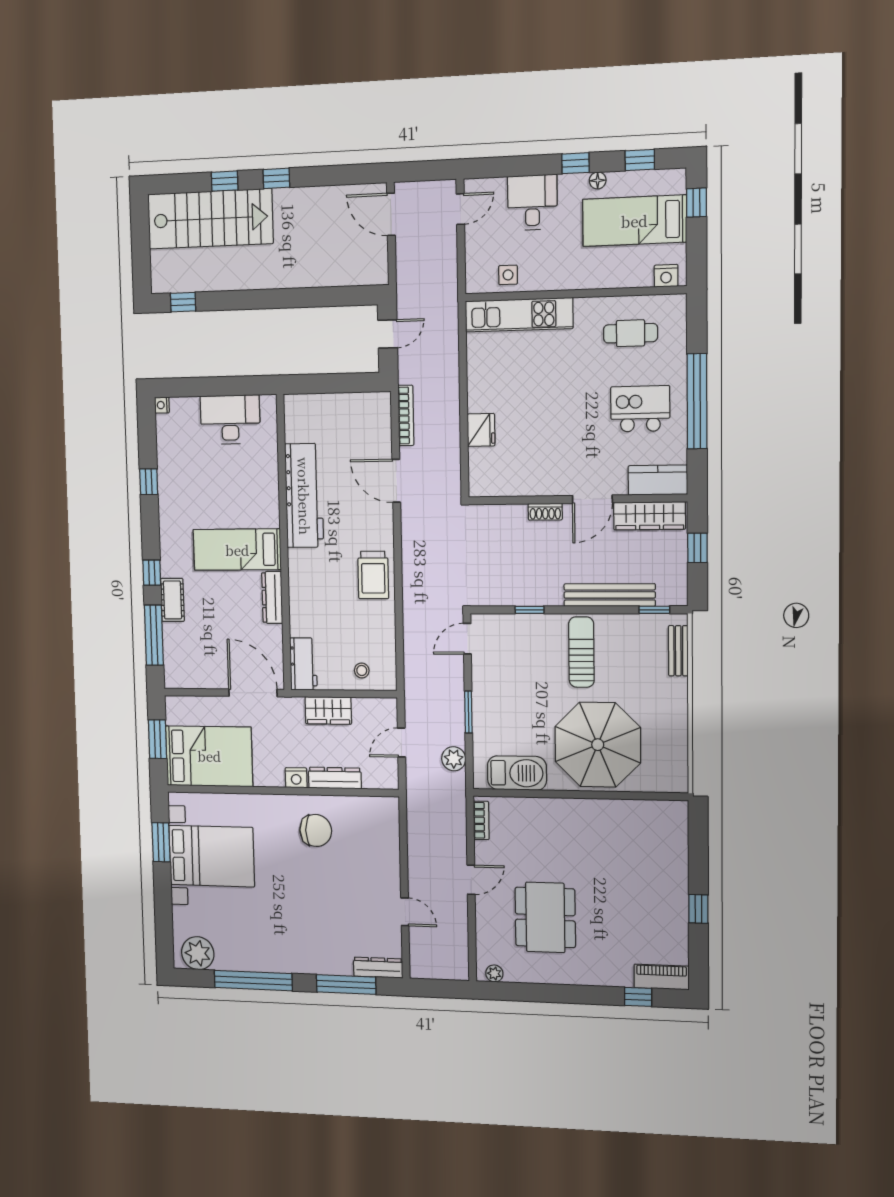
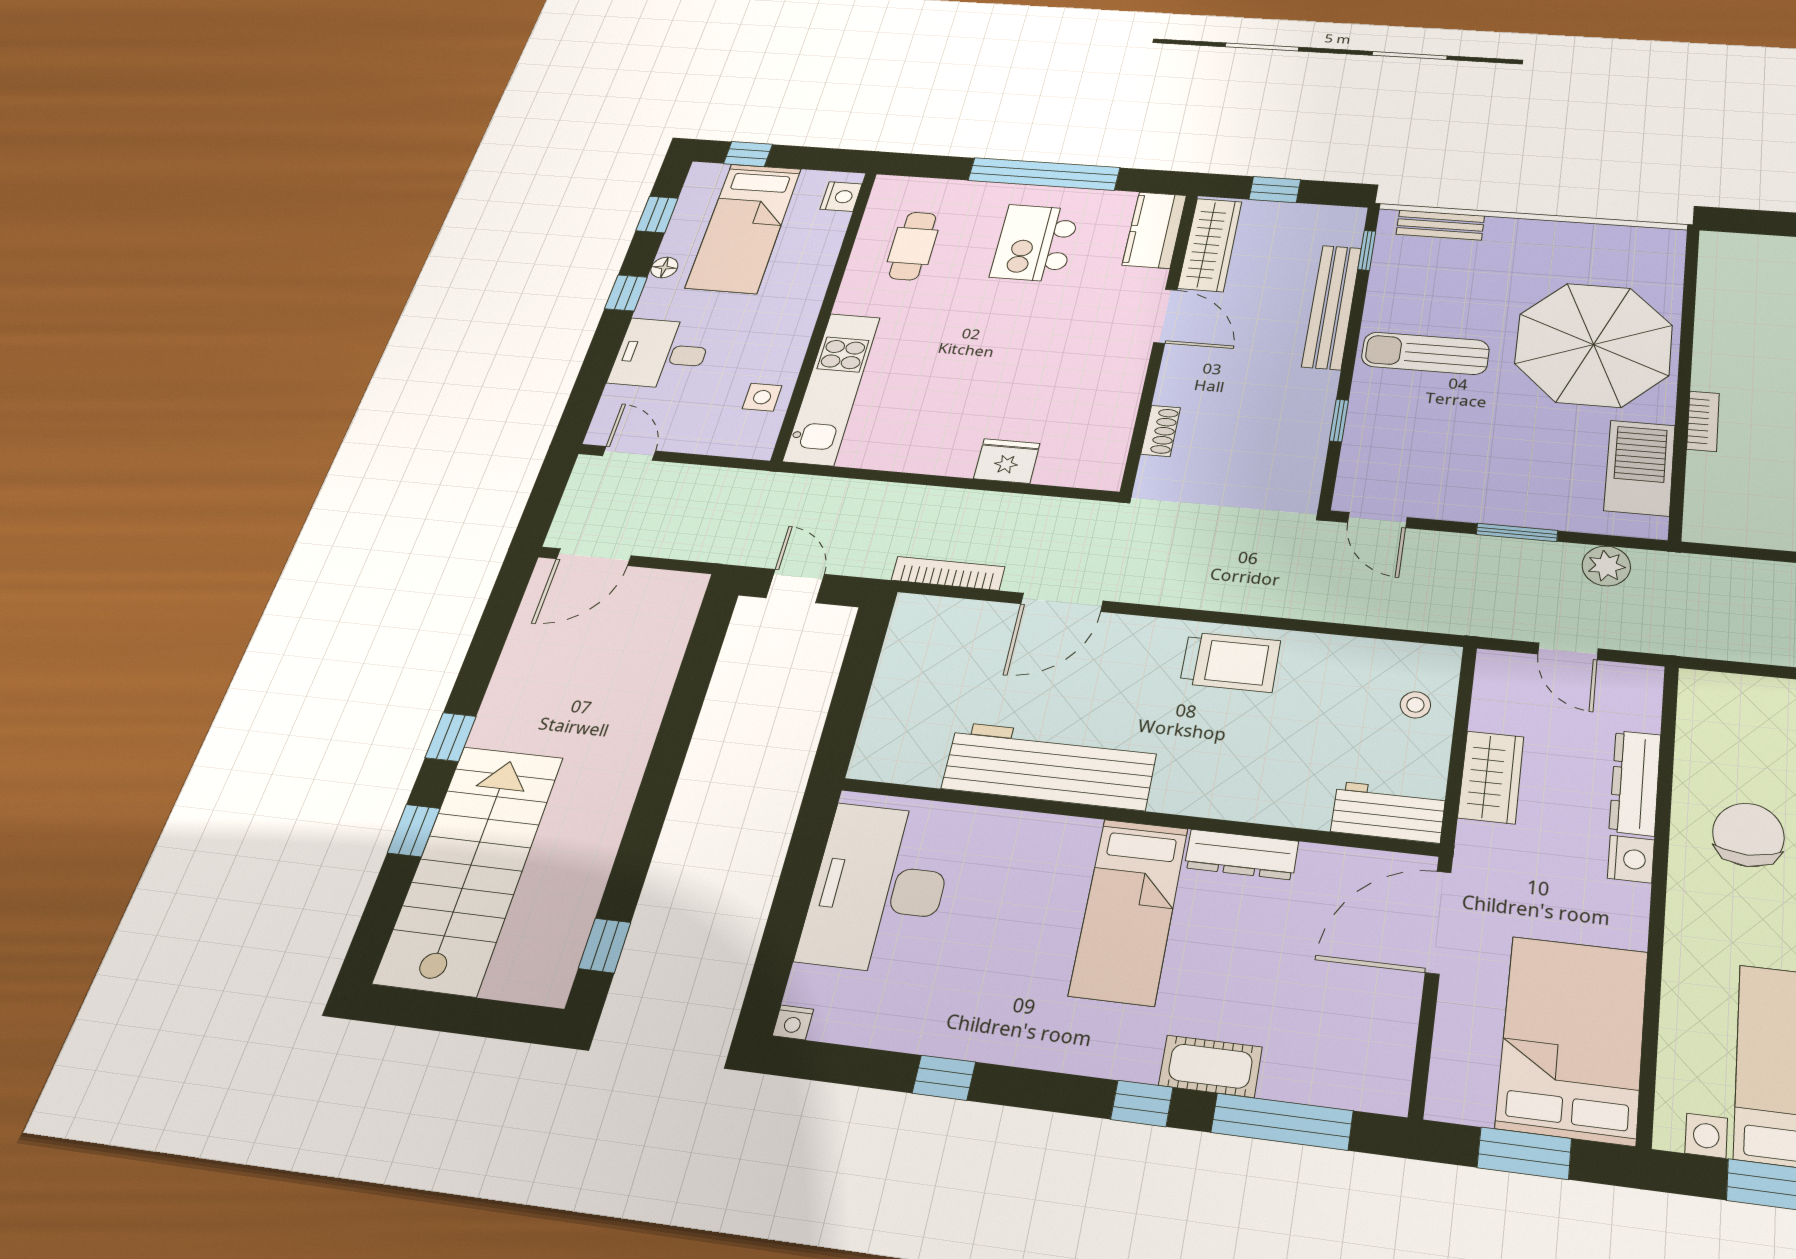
desk: (230, 420) -> (878, 888), width x1.36, depth x1.30
shoe rack: (545, 512) -> (1161, 431), moved
bookcase: (481, 820) -> (1703, 421), moved, turned 90

